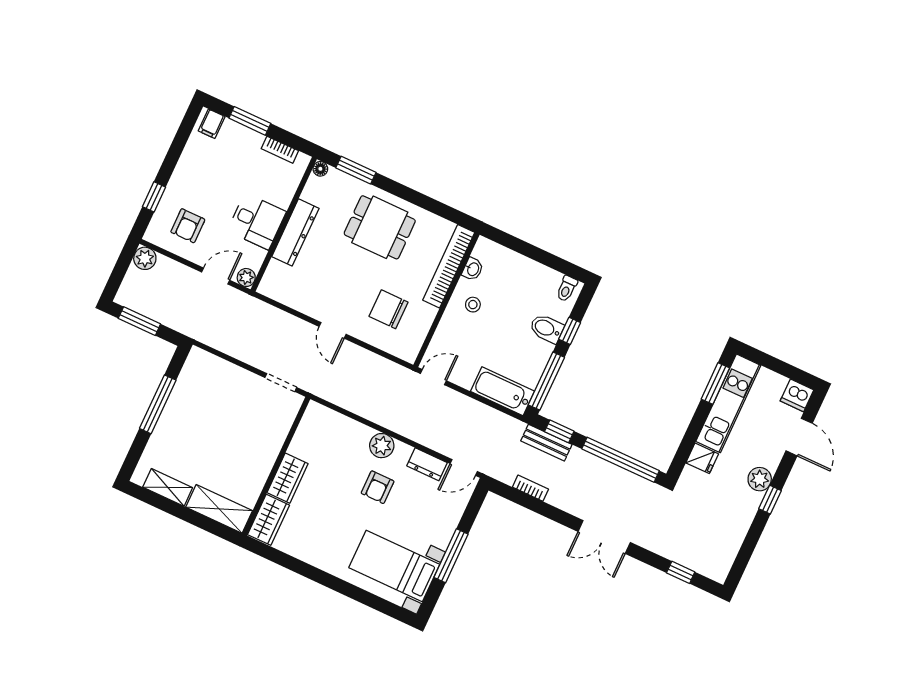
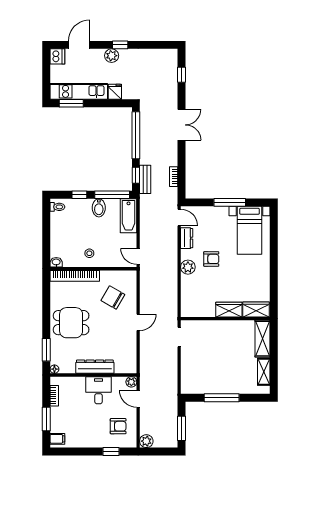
dining table: (380, 227) -> (71, 323), turned 90
washbasin: (473, 269) -> (56, 262), moved
chair: (389, 309) -> (113, 297), turned 120
bidet: (546, 328) -> (99, 208), moved

